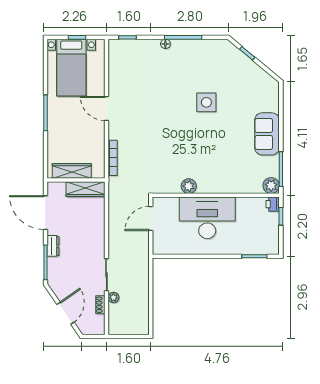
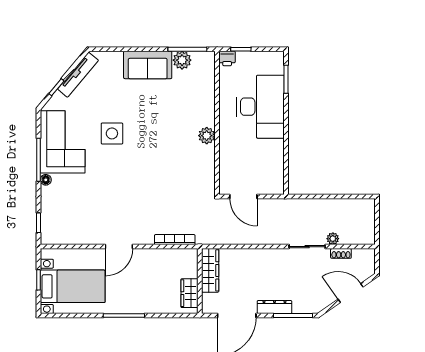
corner sofa: (199, 59) -> (63, 142), added
tv unit: (258, 72) -> (78, 75), added
wardrobe: (72, 171) -> (189, 293), width x0.67
plant: (189, 186) -> (207, 136), moved
plant: (271, 186) -> (182, 60), moved
desk: (207, 218) -> (260, 107), moved, turned 180
dresser: (53, 246) -> (274, 307), width x1.44

